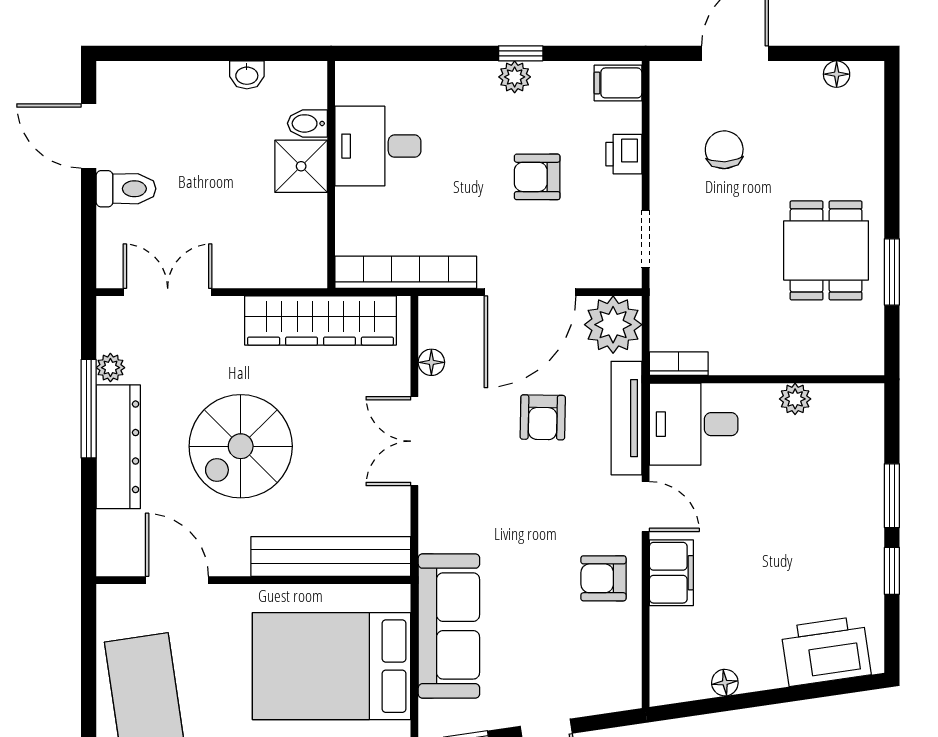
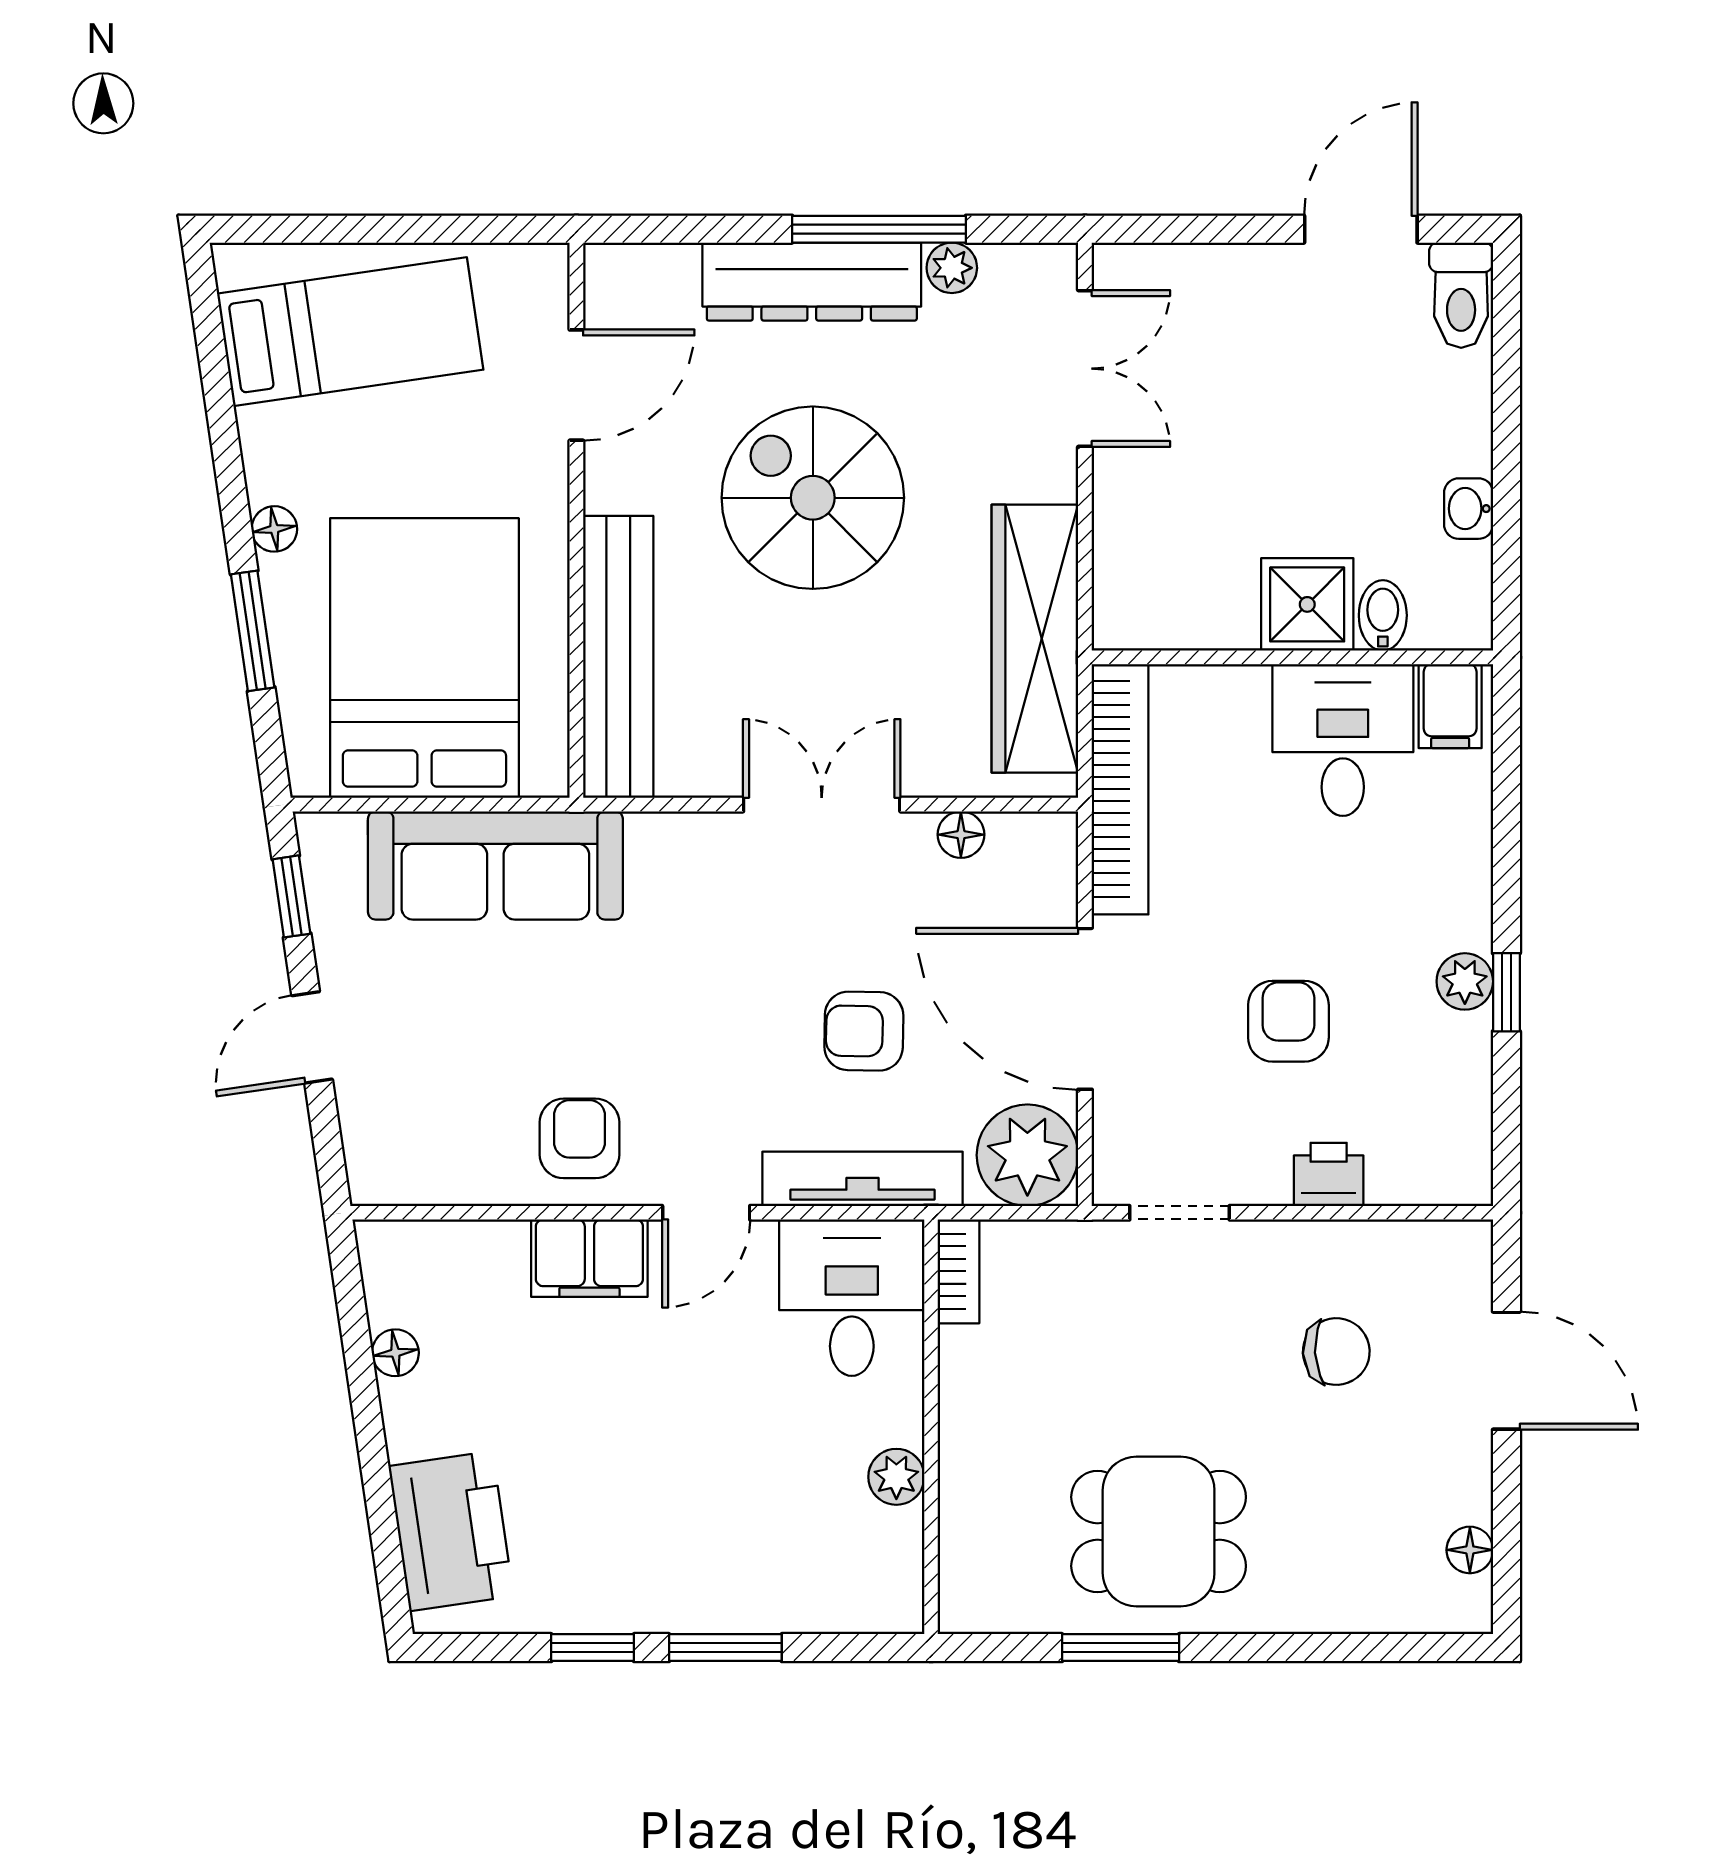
filing cabinet: (618, 83) -> (1450, 706), moved, turned 180
toilet: (126, 189) -> (1461, 295), moved

